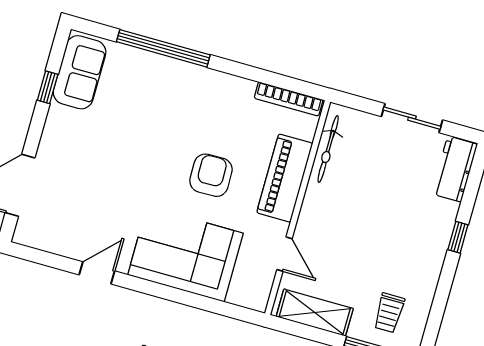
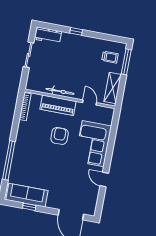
sofa: (80, 72) -> (27, 195), width x1.36
bicycle: (328, 149) -> (60, 91), moved
armchair: (211, 175) -> (60, 136), turned 91
door: (285, 254) -> (90, 103), hinge flipped

